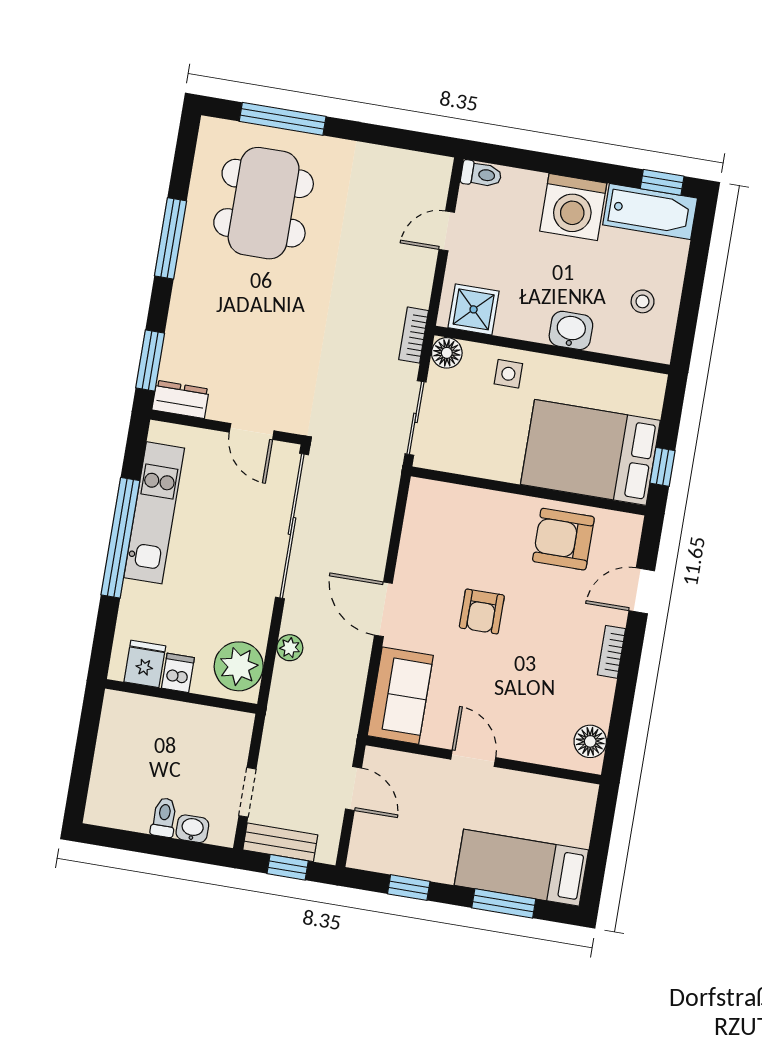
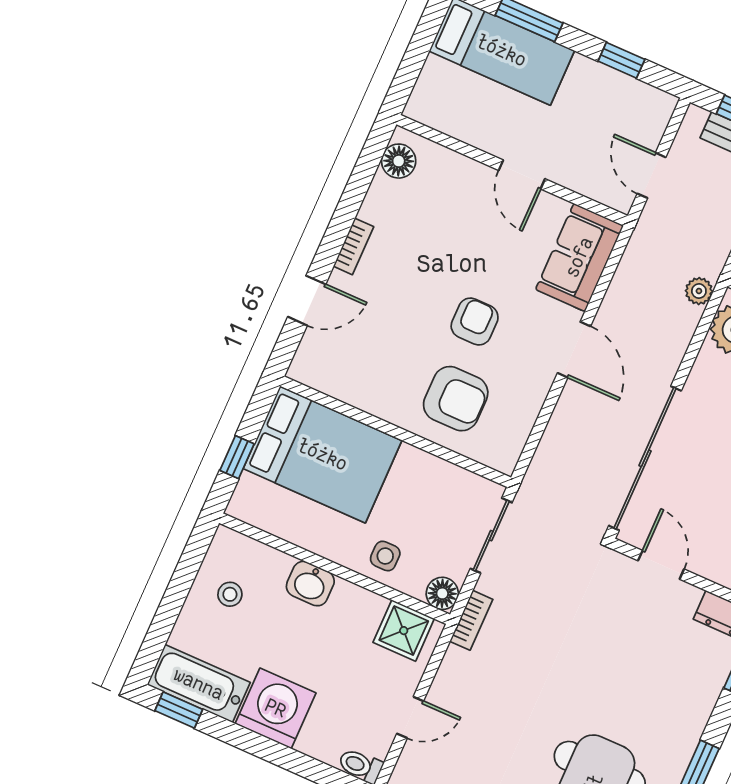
window: (663, 467) -> (237, 457), moved
armchair: (563, 539) -> (456, 399), moved
plant: (290, 648) -> (699, 291), moved

